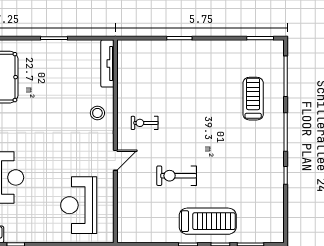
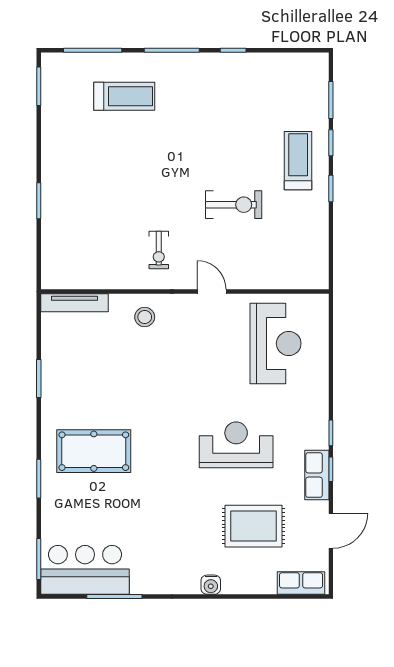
treadmill: (253, 99) -> (124, 96), turned 180
exercise bike: (177, 176) -> (234, 205), turned -90
reception desk: (79, 205) -> (275, 343), turned -90
treadmill: (208, 221) -> (298, 161), width x0.73, depth x0.73

